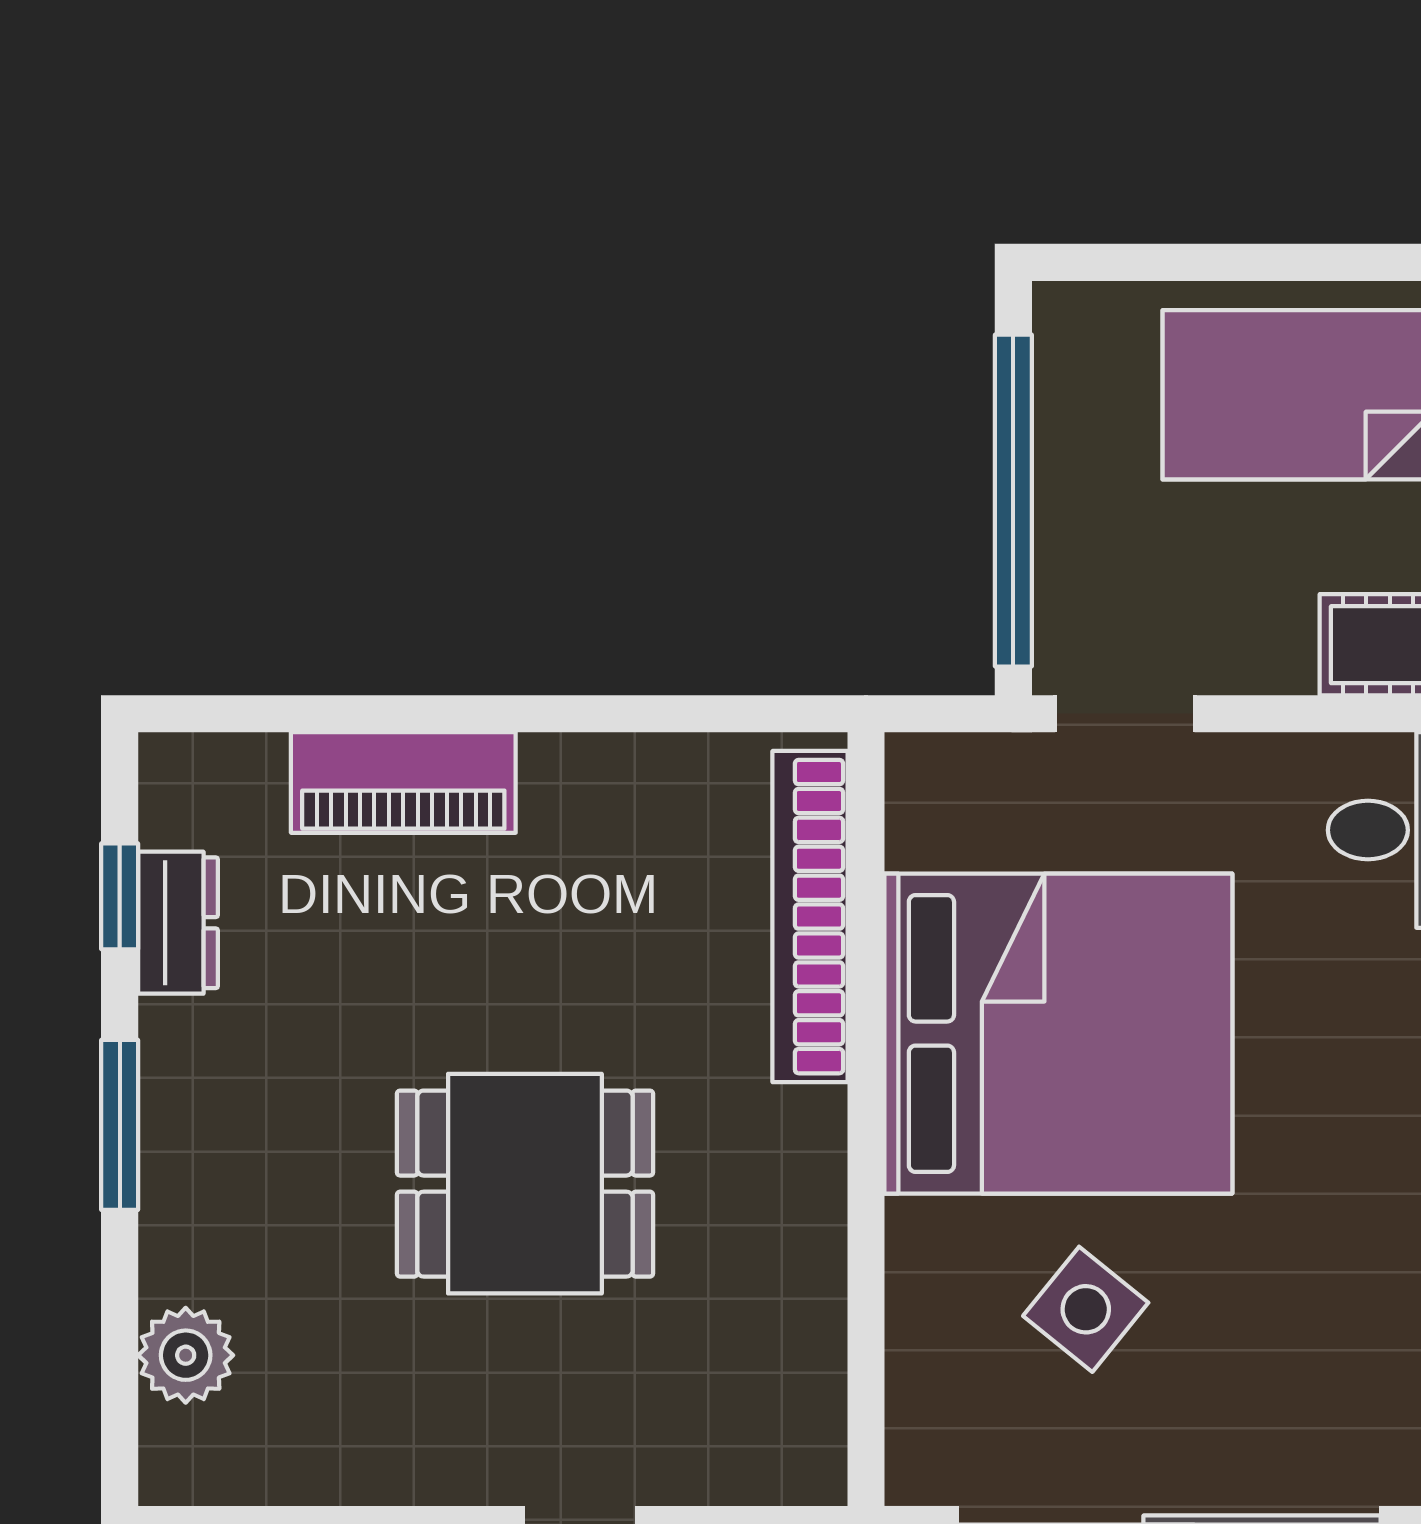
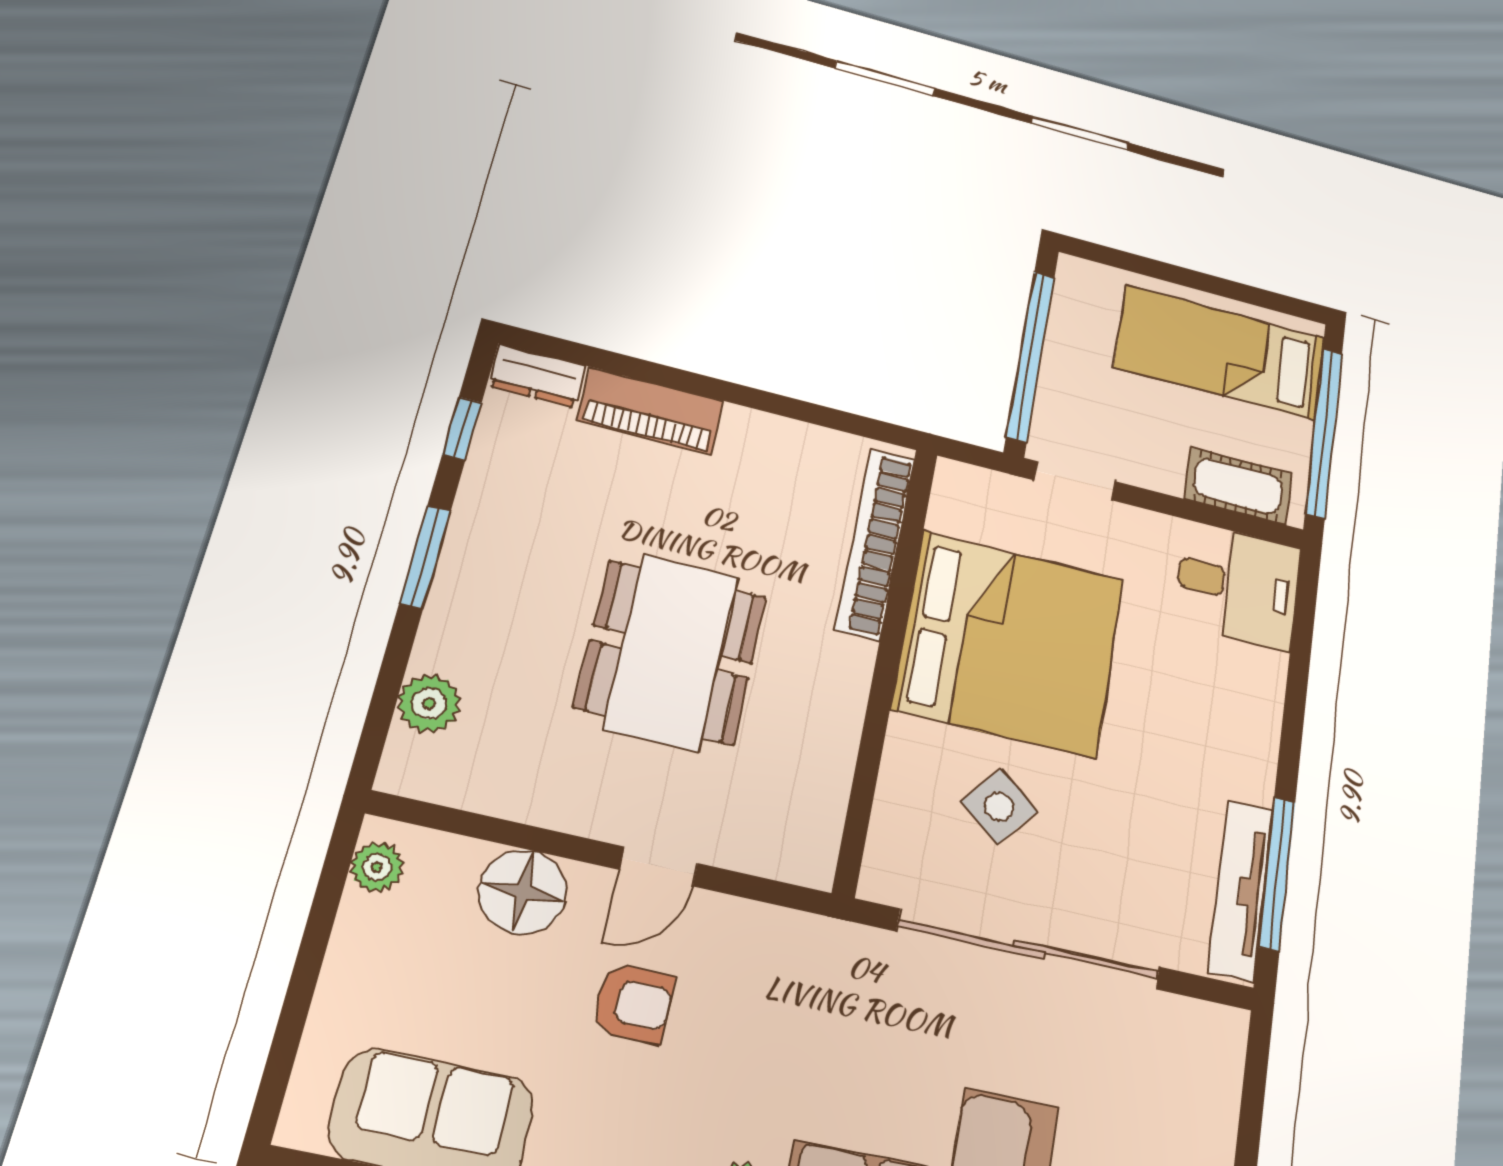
dresser: (178, 923) -> (538, 376), moved, turned 90
dining table: (525, 1184) -> (671, 652), width x1.37

